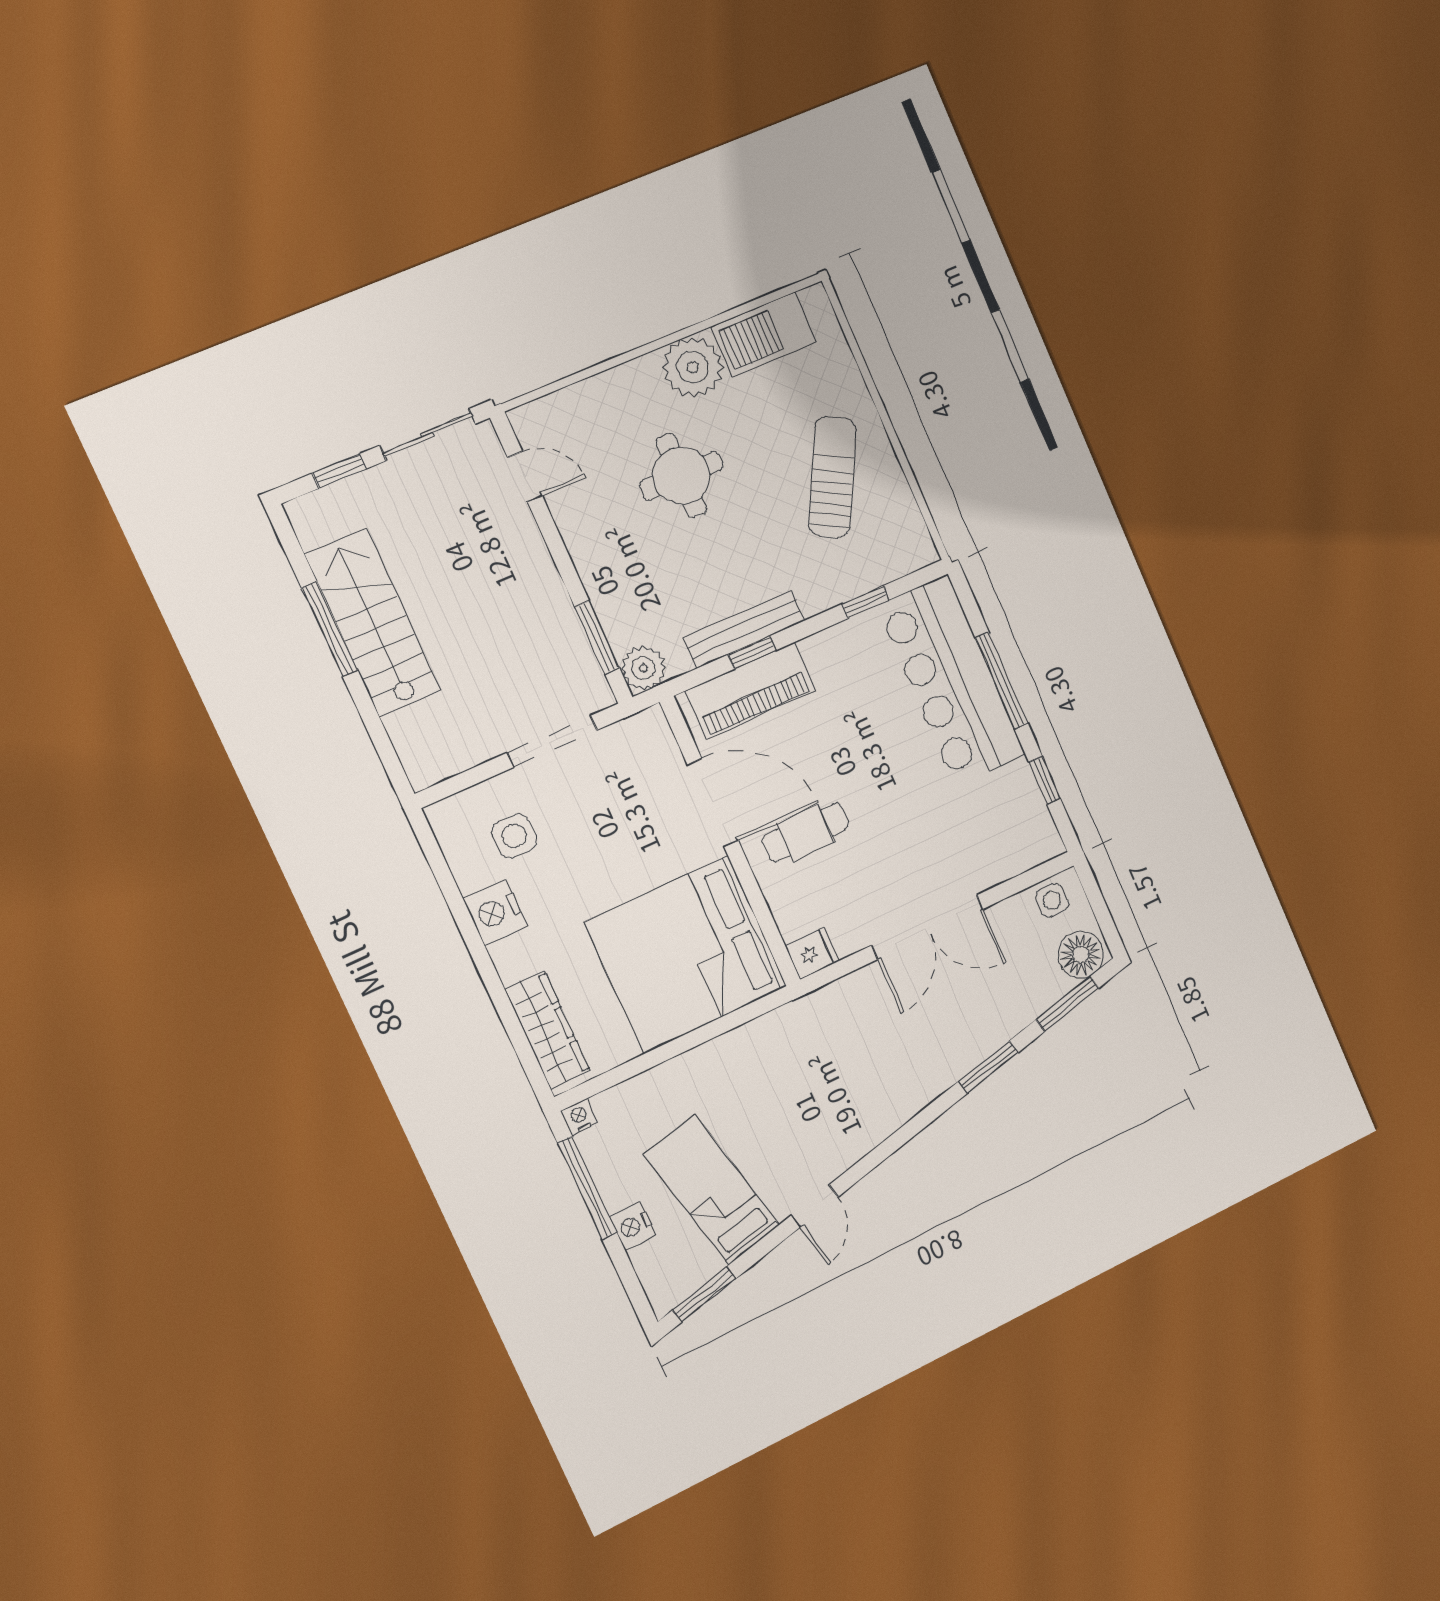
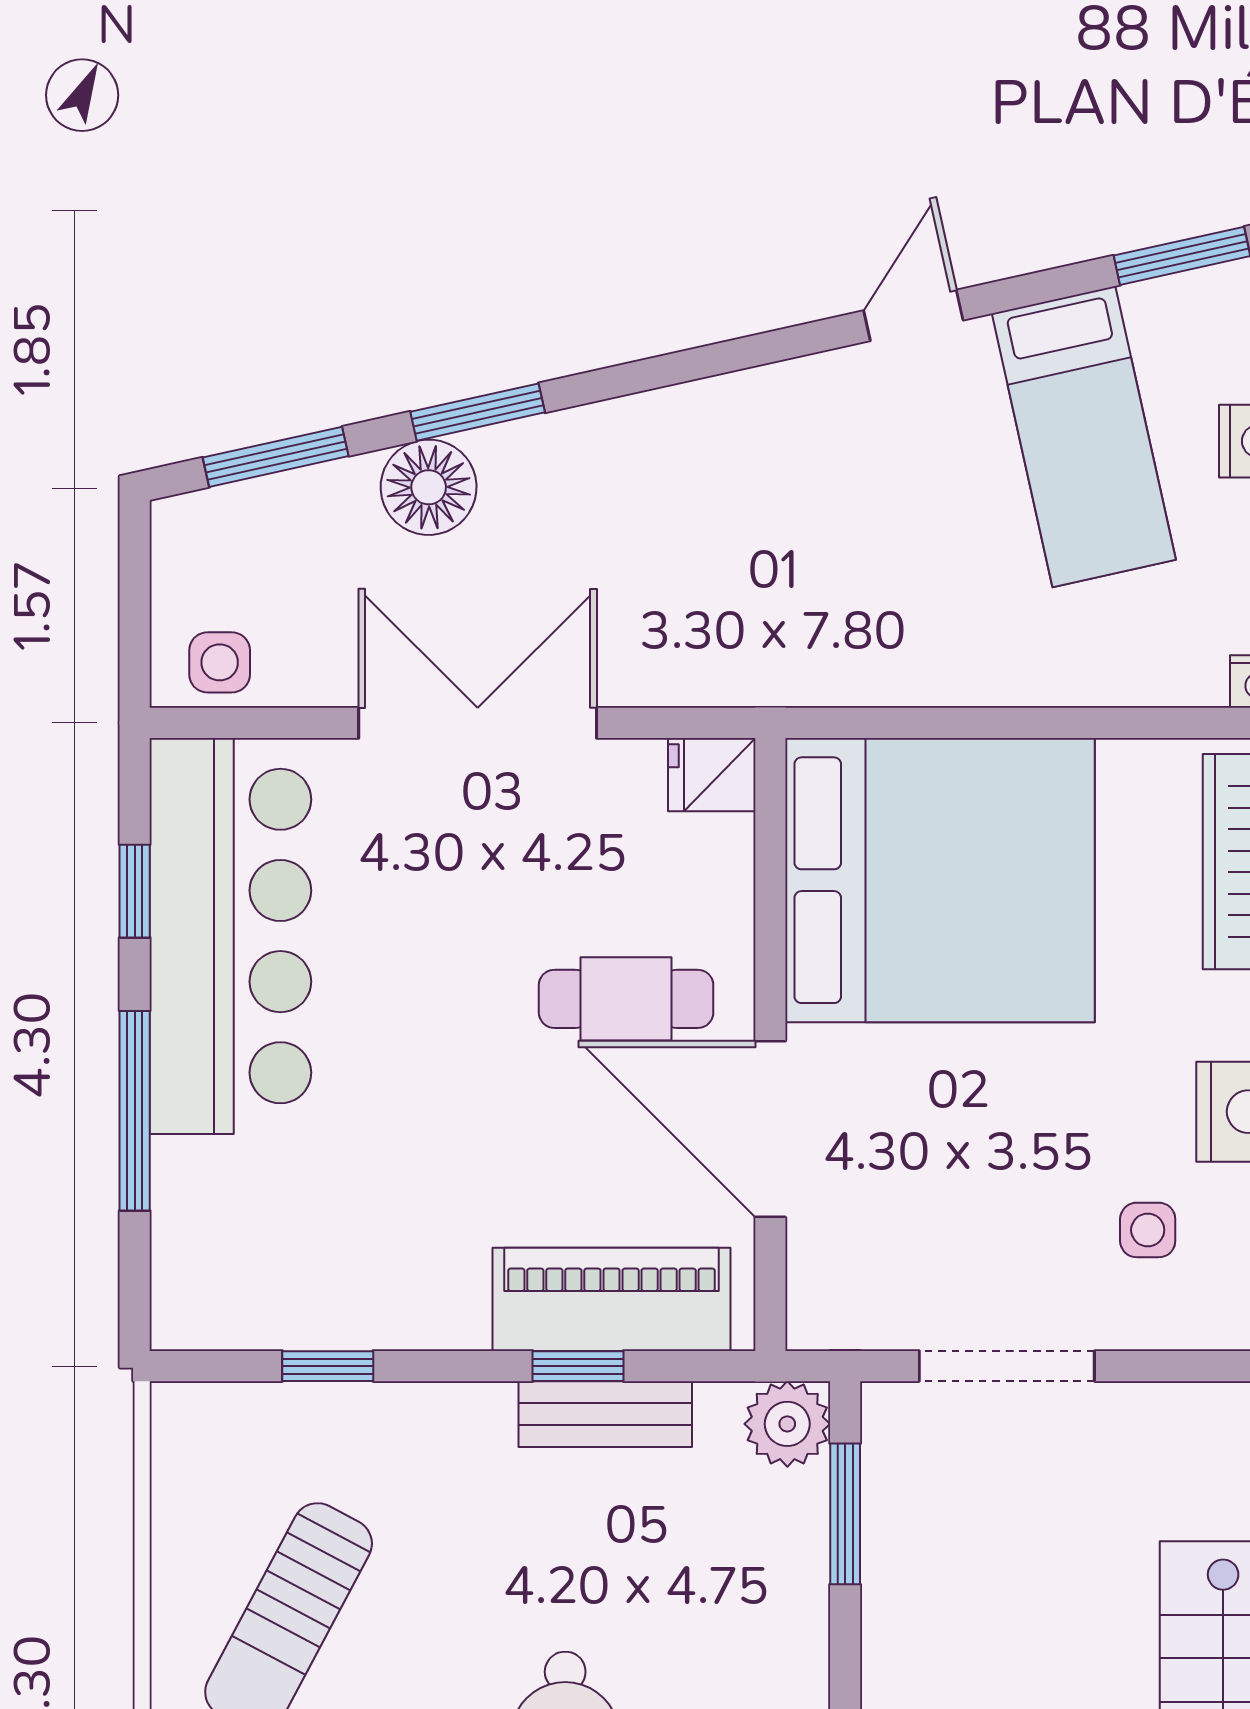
bench: (744, 629) -> (605, 1414), width x0.73
bar counter: (951, 681) -> (230, 936), moved
side table: (514, 836) -> (1148, 1230), width x0.73, depth x0.73
floor lamp: (1081, 955) -> (429, 487), moved

